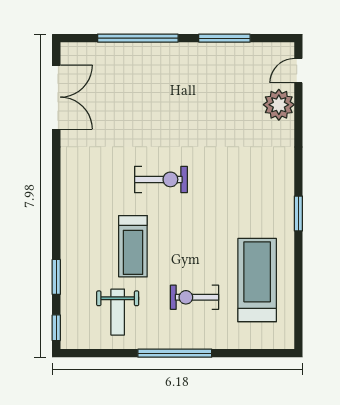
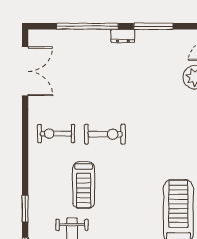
dresser: (184, 51) -> (123, 36), added
exercise bike: (195, 297) -> (56, 134), moved

